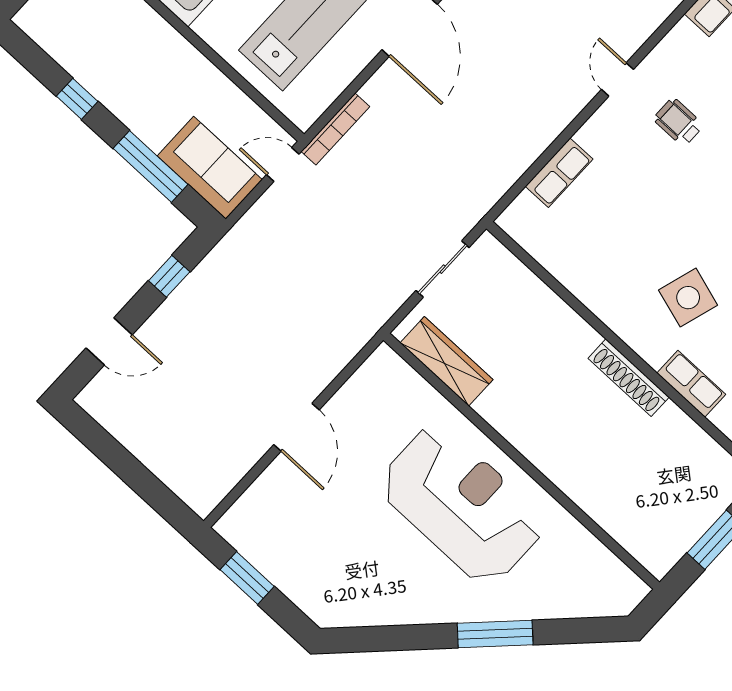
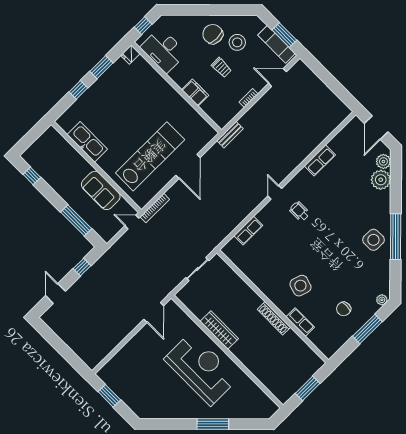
window: (77, 99) -> (32, 176), moved
sofa: (210, 168) -> (101, 190), moved, turned 180
door: (109, 341) -> (55, 293), swing flipped
wardrobe: (446, 361) -> (219, 330), moved
door: (296, 427) -> (154, 312), moved

